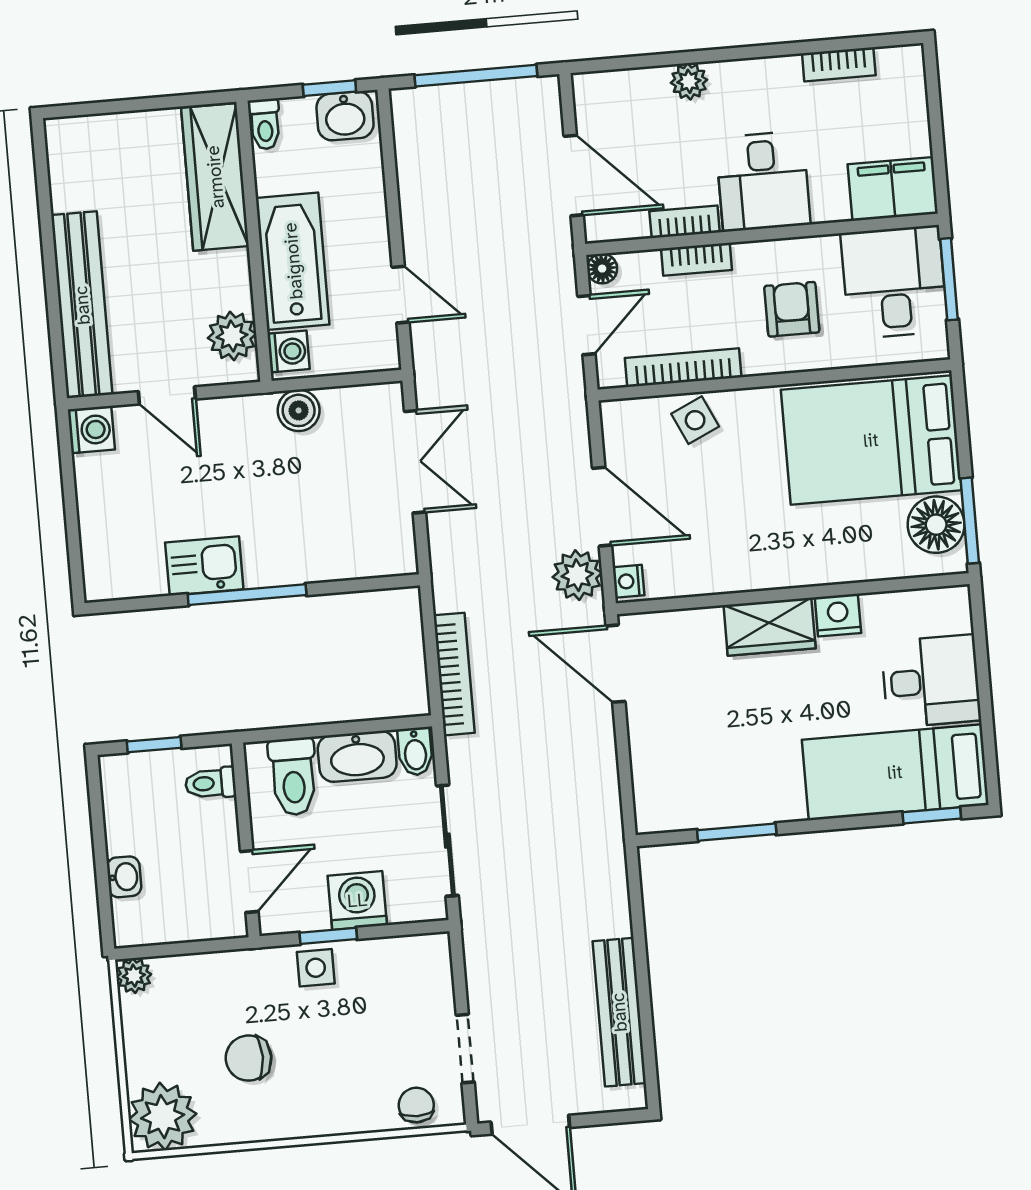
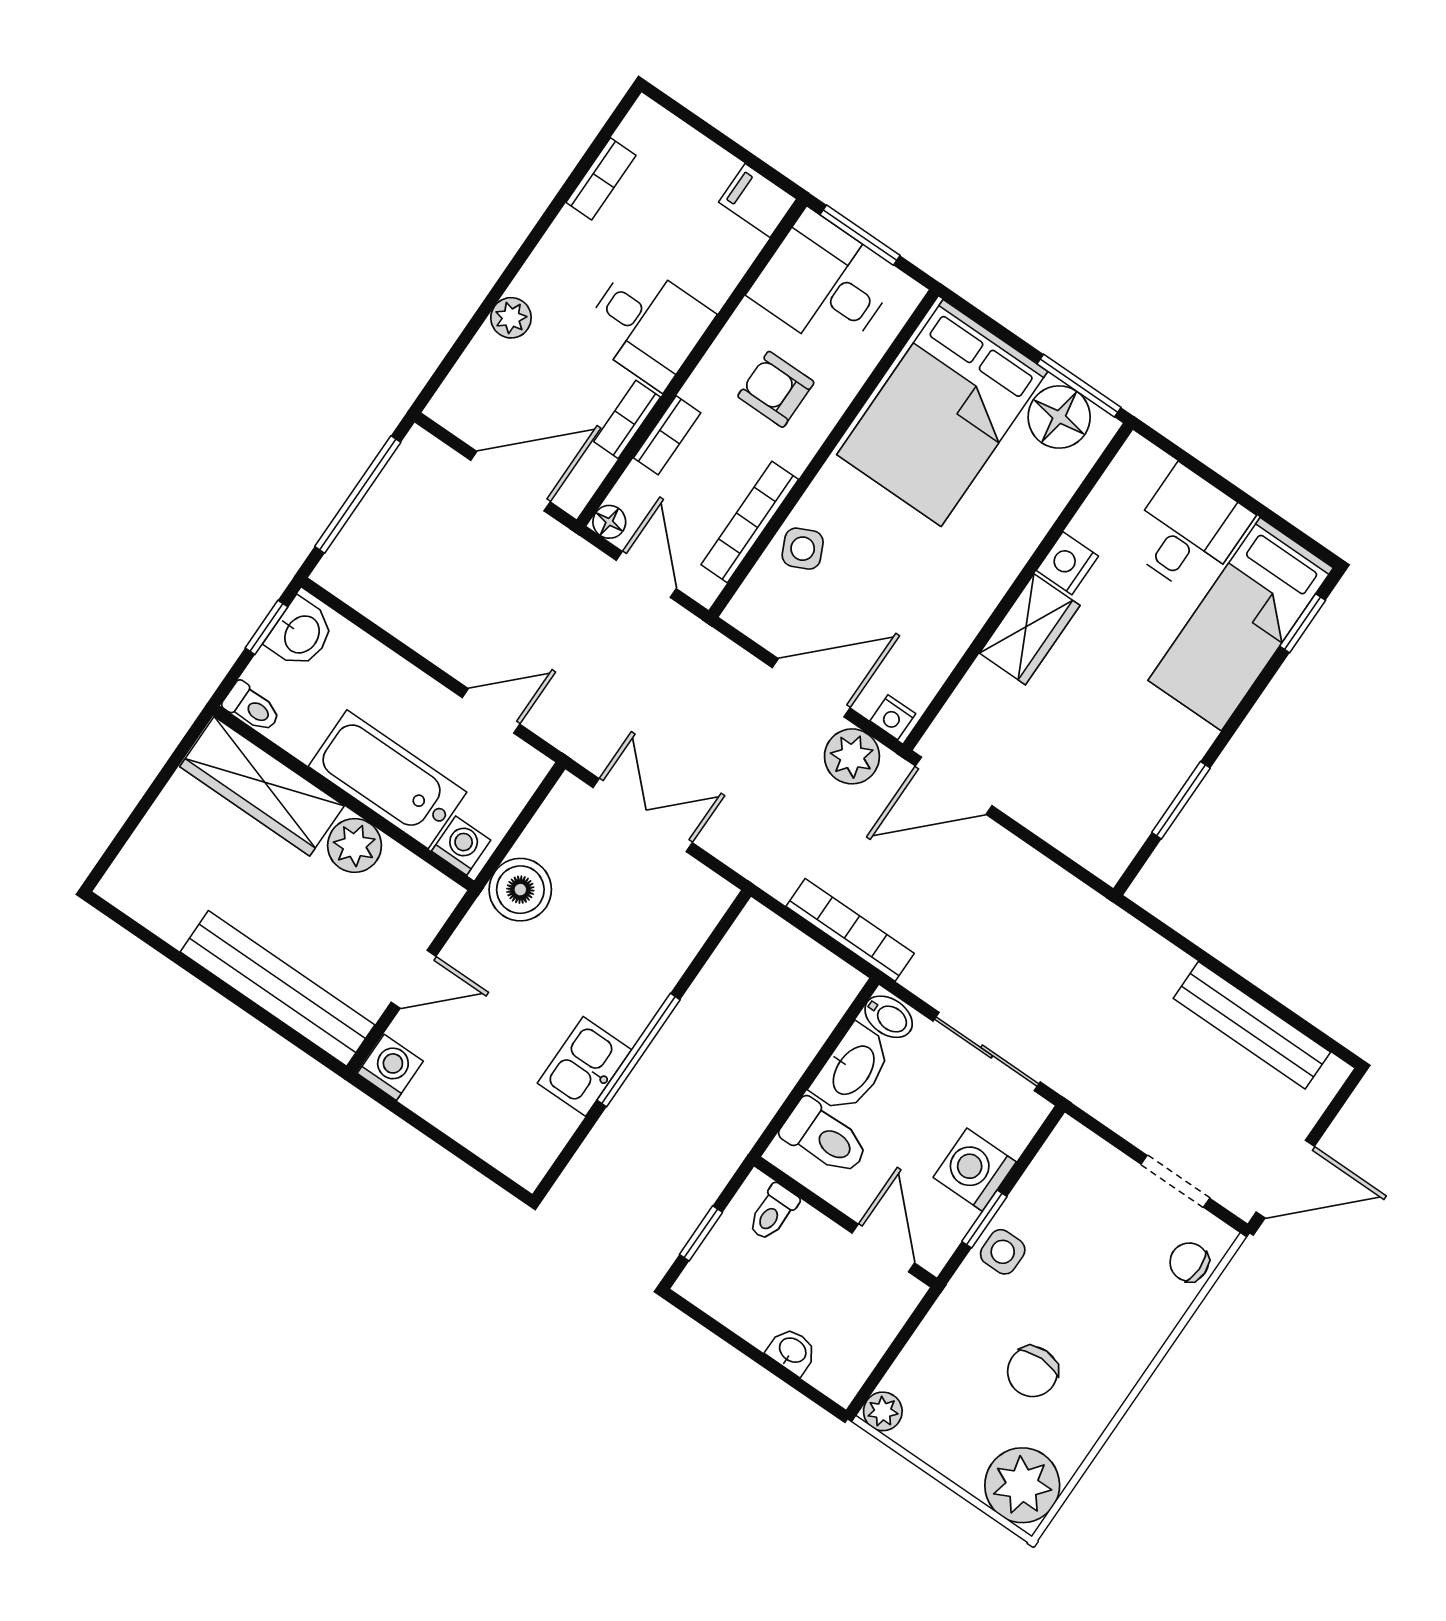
filing cabinet: (893, 189) -> (758, 201), width x0.50
plant: (232, 336) -> (355, 845), moved
boiler: (299, 410) -> (520, 890), width x1.36, depth x1.36

